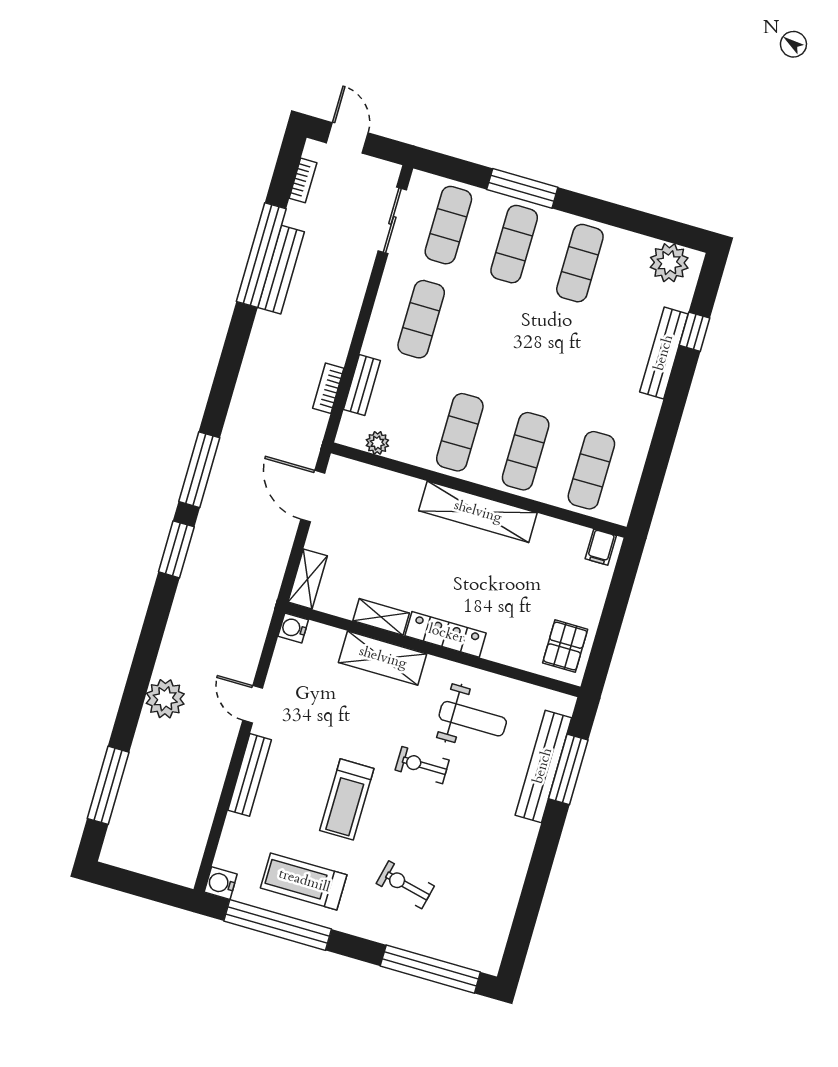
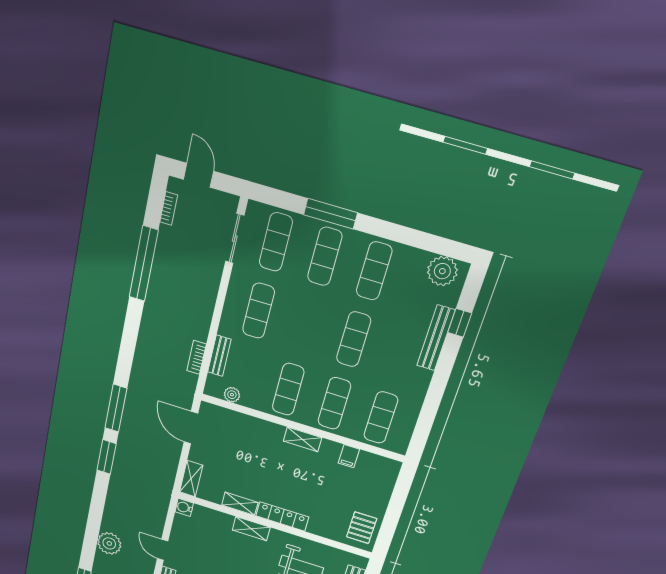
bench: (281, 270) -> (158, 274), removed
exercise mat: (553, 357) -> (354, 339), added
shelving: (478, 512) -> (303, 439), width x0.45, depth x0.75
filing cabinet: (601, 547) -> (349, 456), moved
shelving: (383, 658) -> (251, 529), width x0.67, depth x0.75

